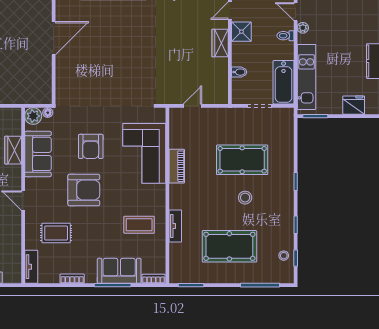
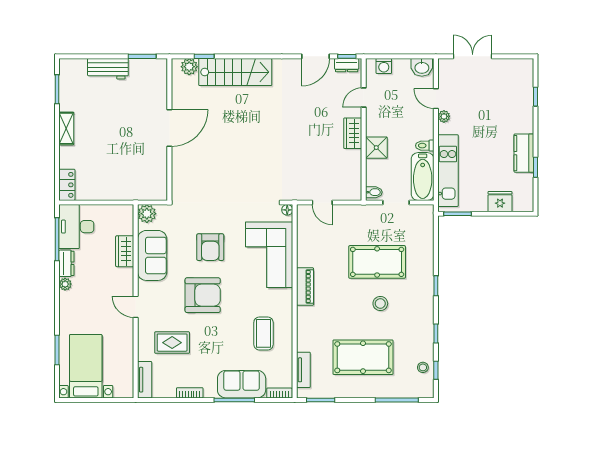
shower: (241, 32) -> (376, 148), moved
toilet: (285, 36) -> (425, 146), moved
bidet: (239, 72) -> (374, 192), moved
door: (192, 106) -> (322, 202), swing flipped
floor lamp: (48, 113) -> (287, 210), moved
piano: (177, 166) -> (305, 286), moved
coffee table: (139, 225) -> (263, 333), turned 90
tv unit: (175, 226) -> (303, 370), moved

